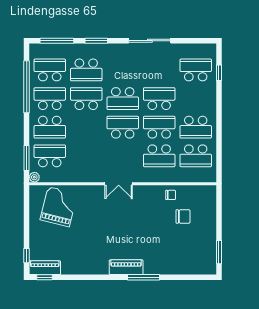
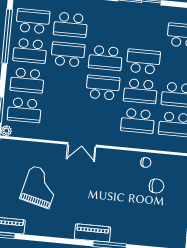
school desk: (50, 99) -> (30, 51), turned 180
school desk: (159, 127) -> (141, 91), turned 180
school desk: (50, 156) -> (24, 110), turned 180
double door: (119, 184) -> (82, 145), moved
grand piano: (59, 207) -> (40, 187), moved

